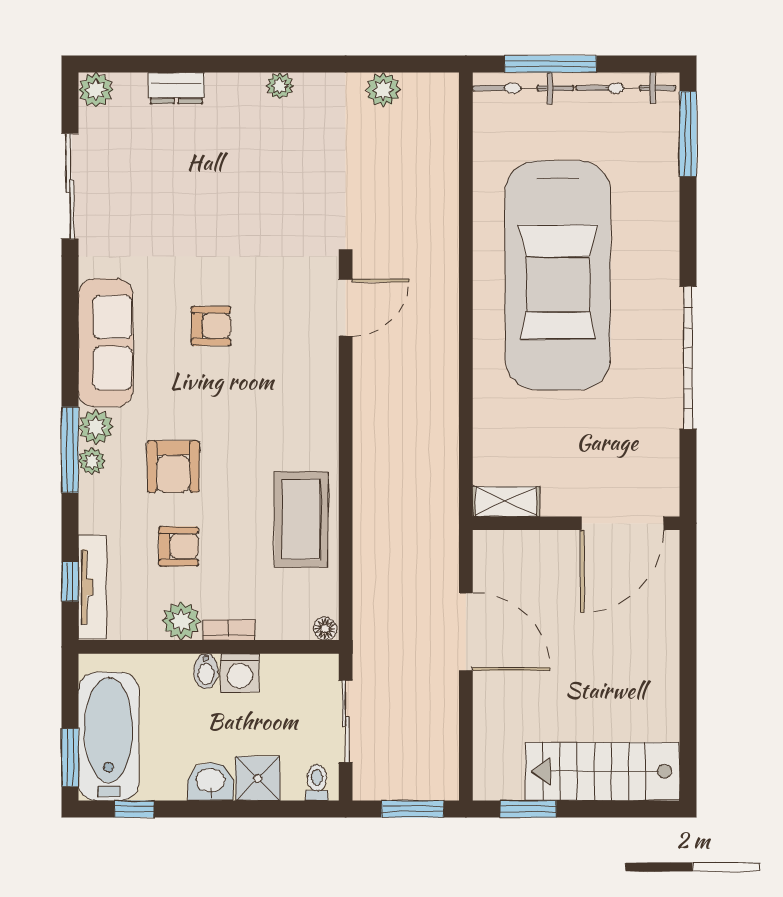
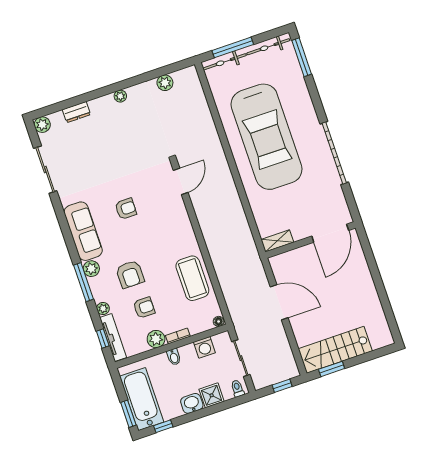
plant: (92, 461) -> (103, 308), moved
washing machine: (240, 673) -> (204, 347), moved
stairs: (603, 772) -> (335, 350), moved
window: (413, 809) -> (282, 386), width x0.67

